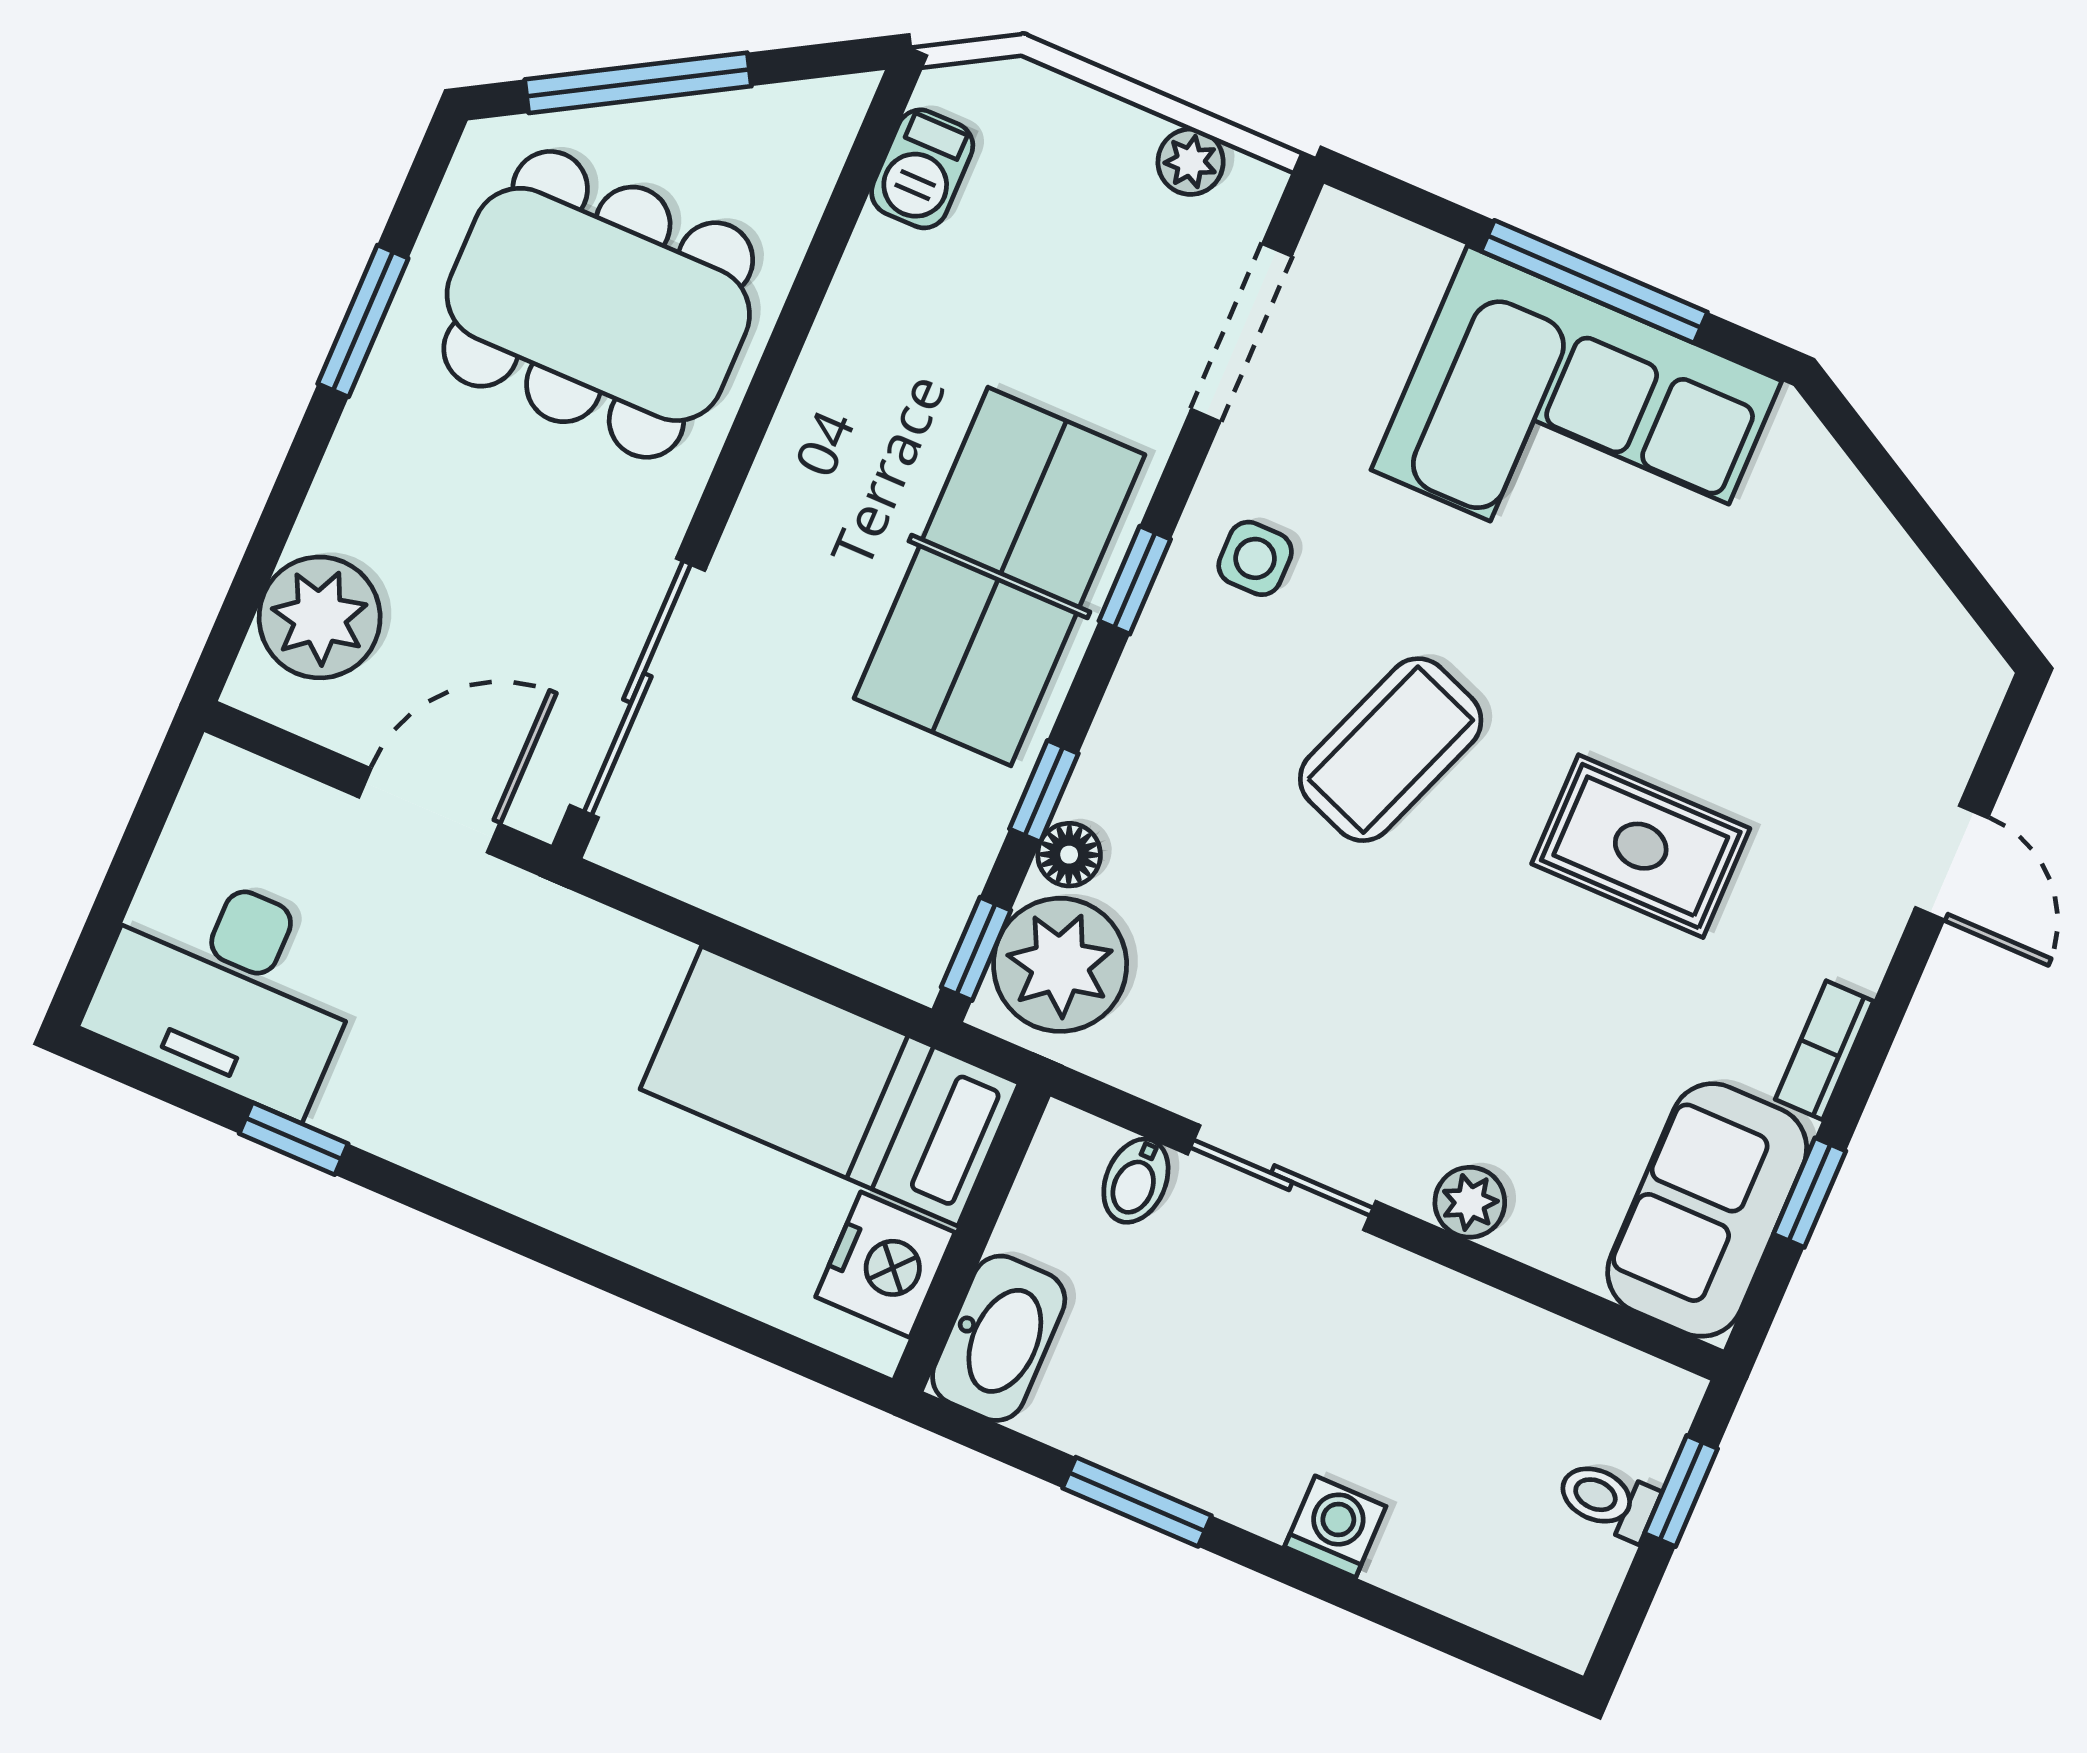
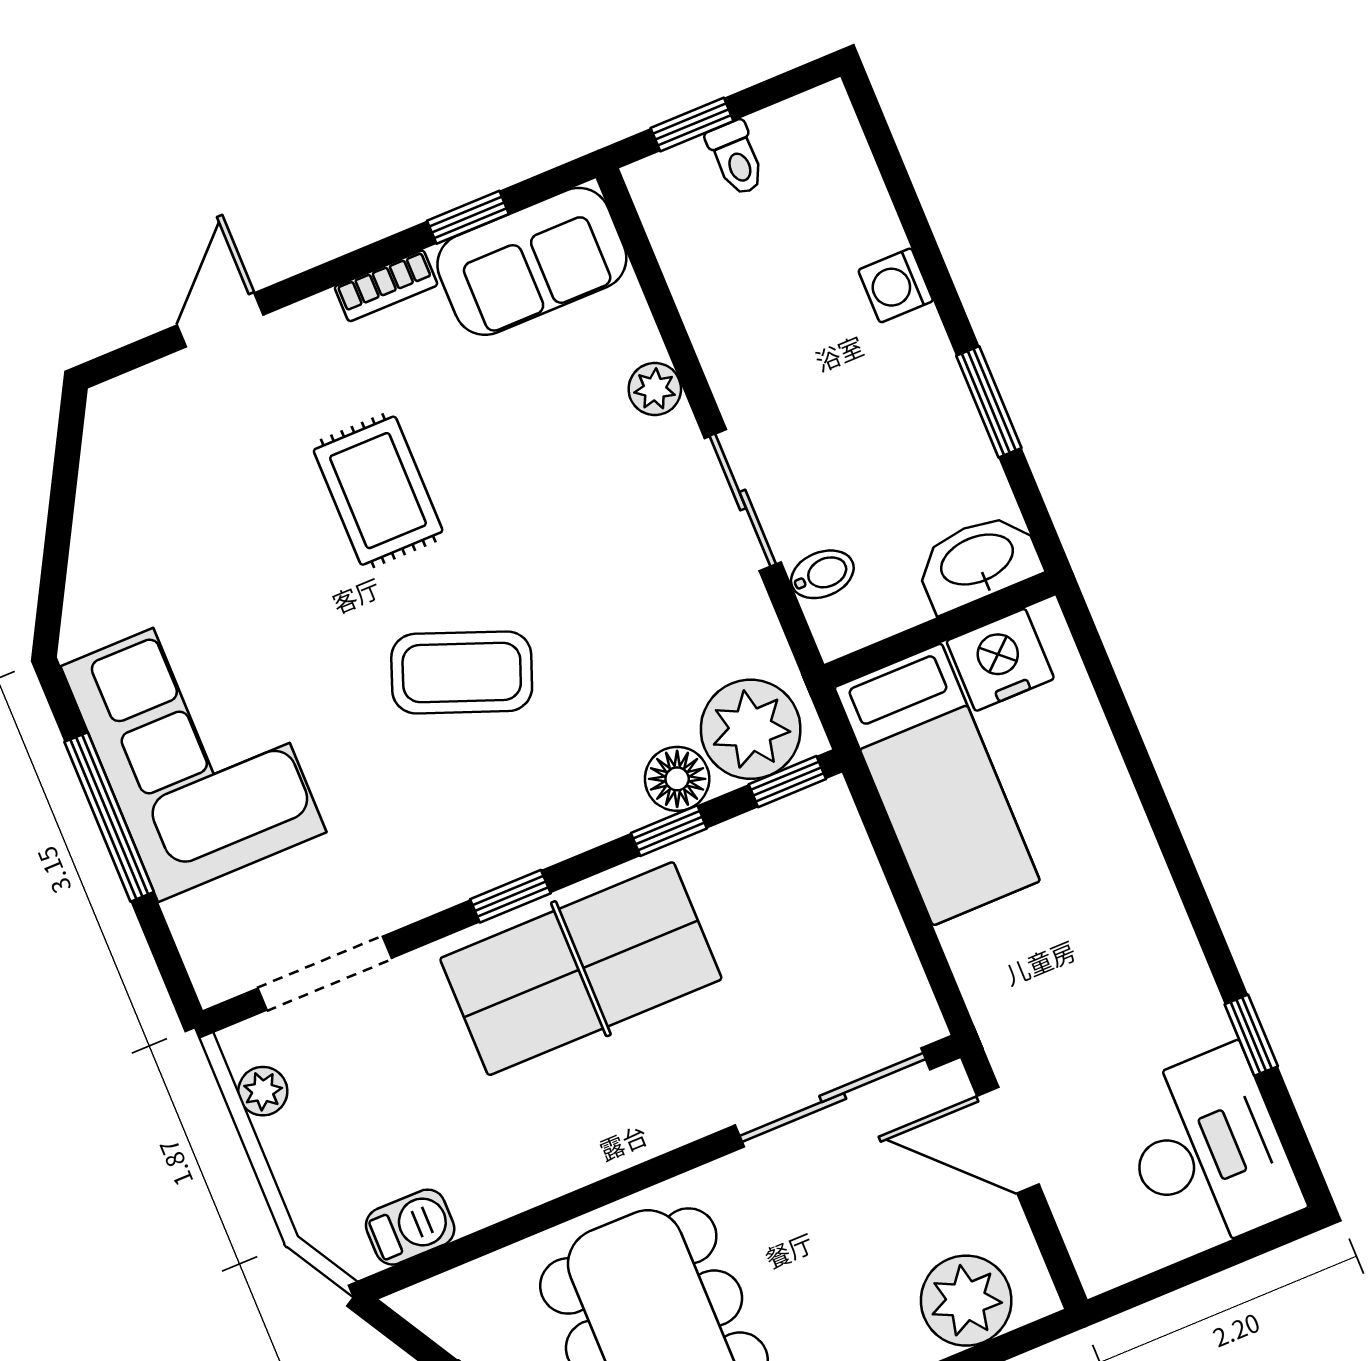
side table: (1255, 558) -> (435, 845), removed
floor lamp: (1069, 855) -> (677, 779), width x1.37, depth x1.37

